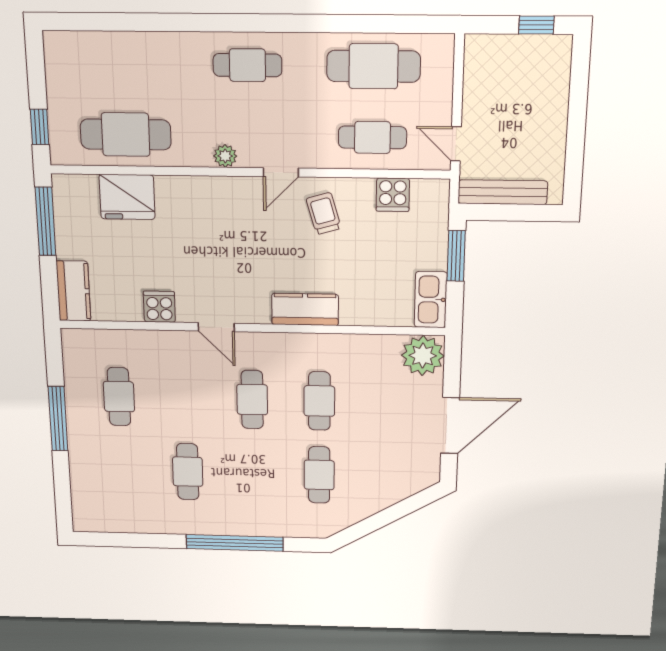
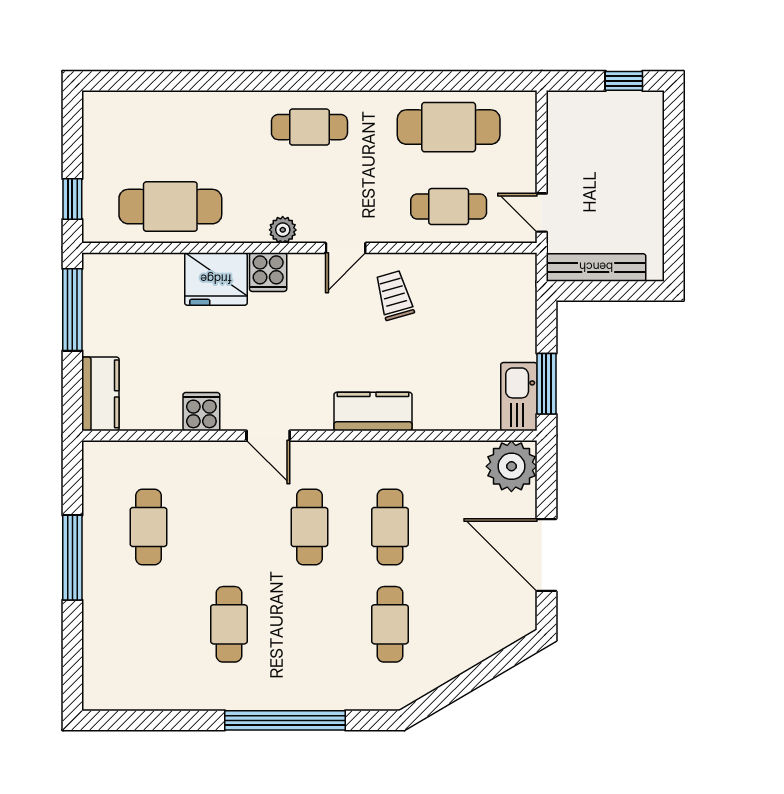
cooker: (393, 195) -> (268, 272), moved
fridge: (127, 197) -> (216, 279), moved
window: (456, 256) -> (546, 384), moved
door: (450, 426) -> (546, 555), swing flipped

